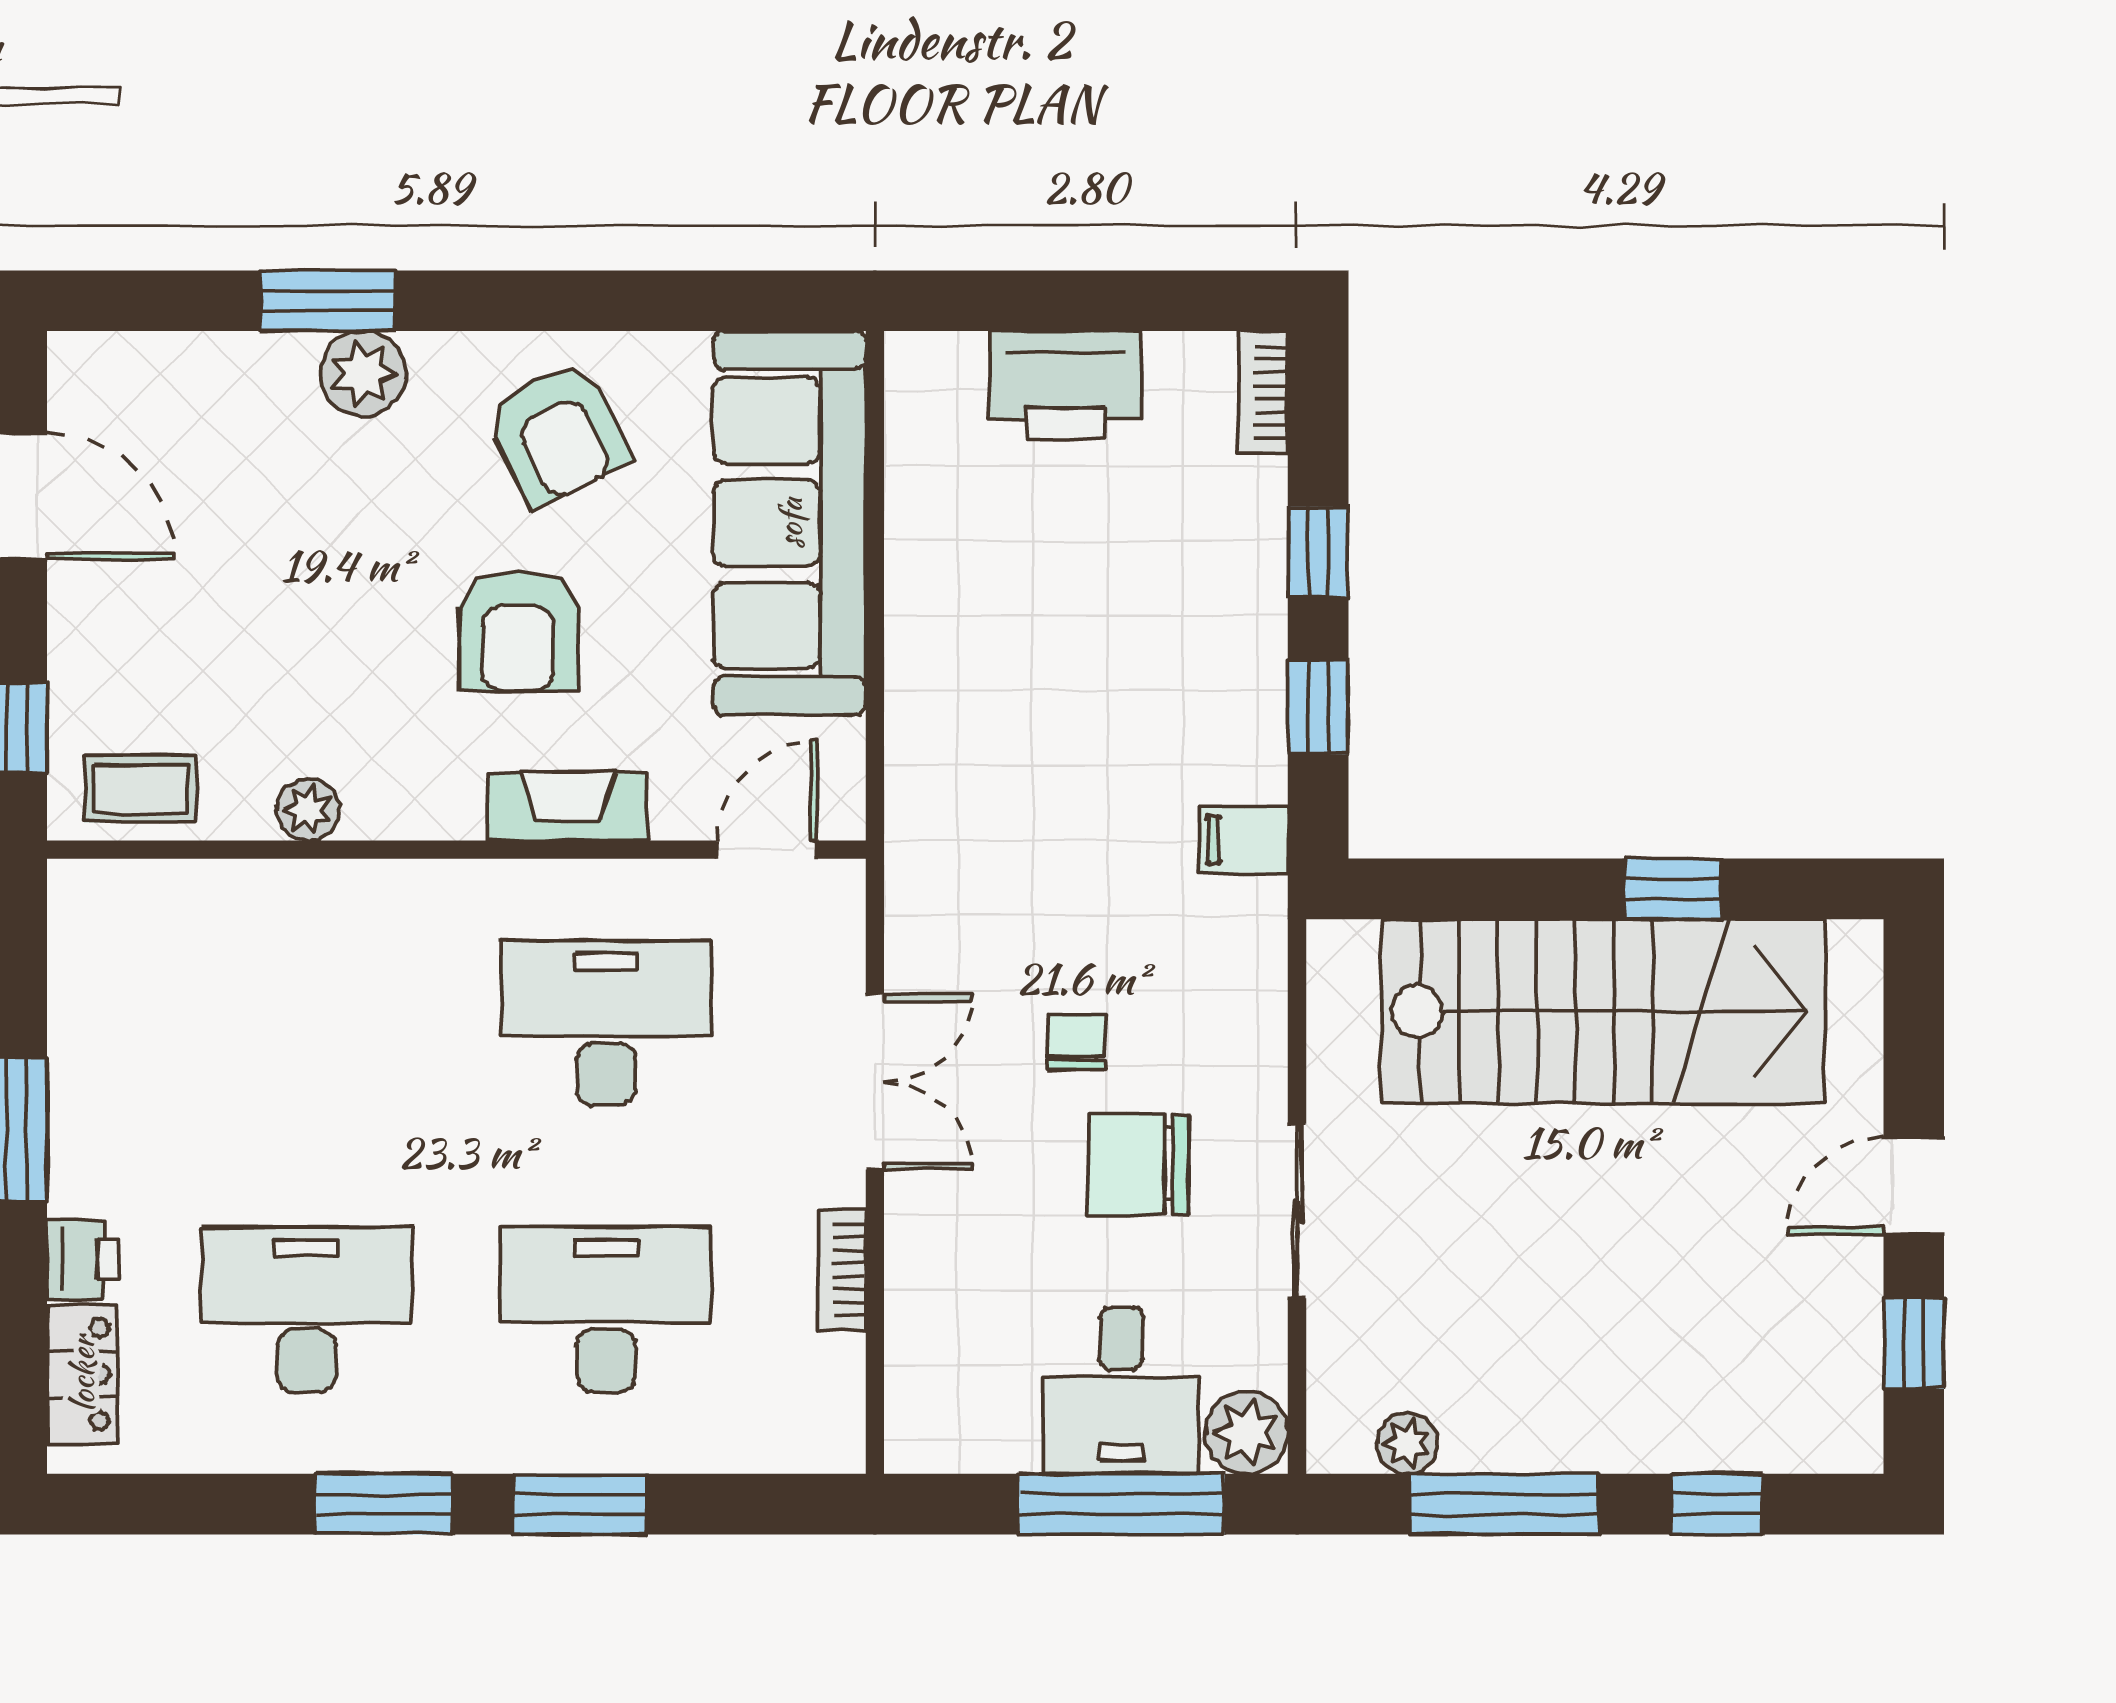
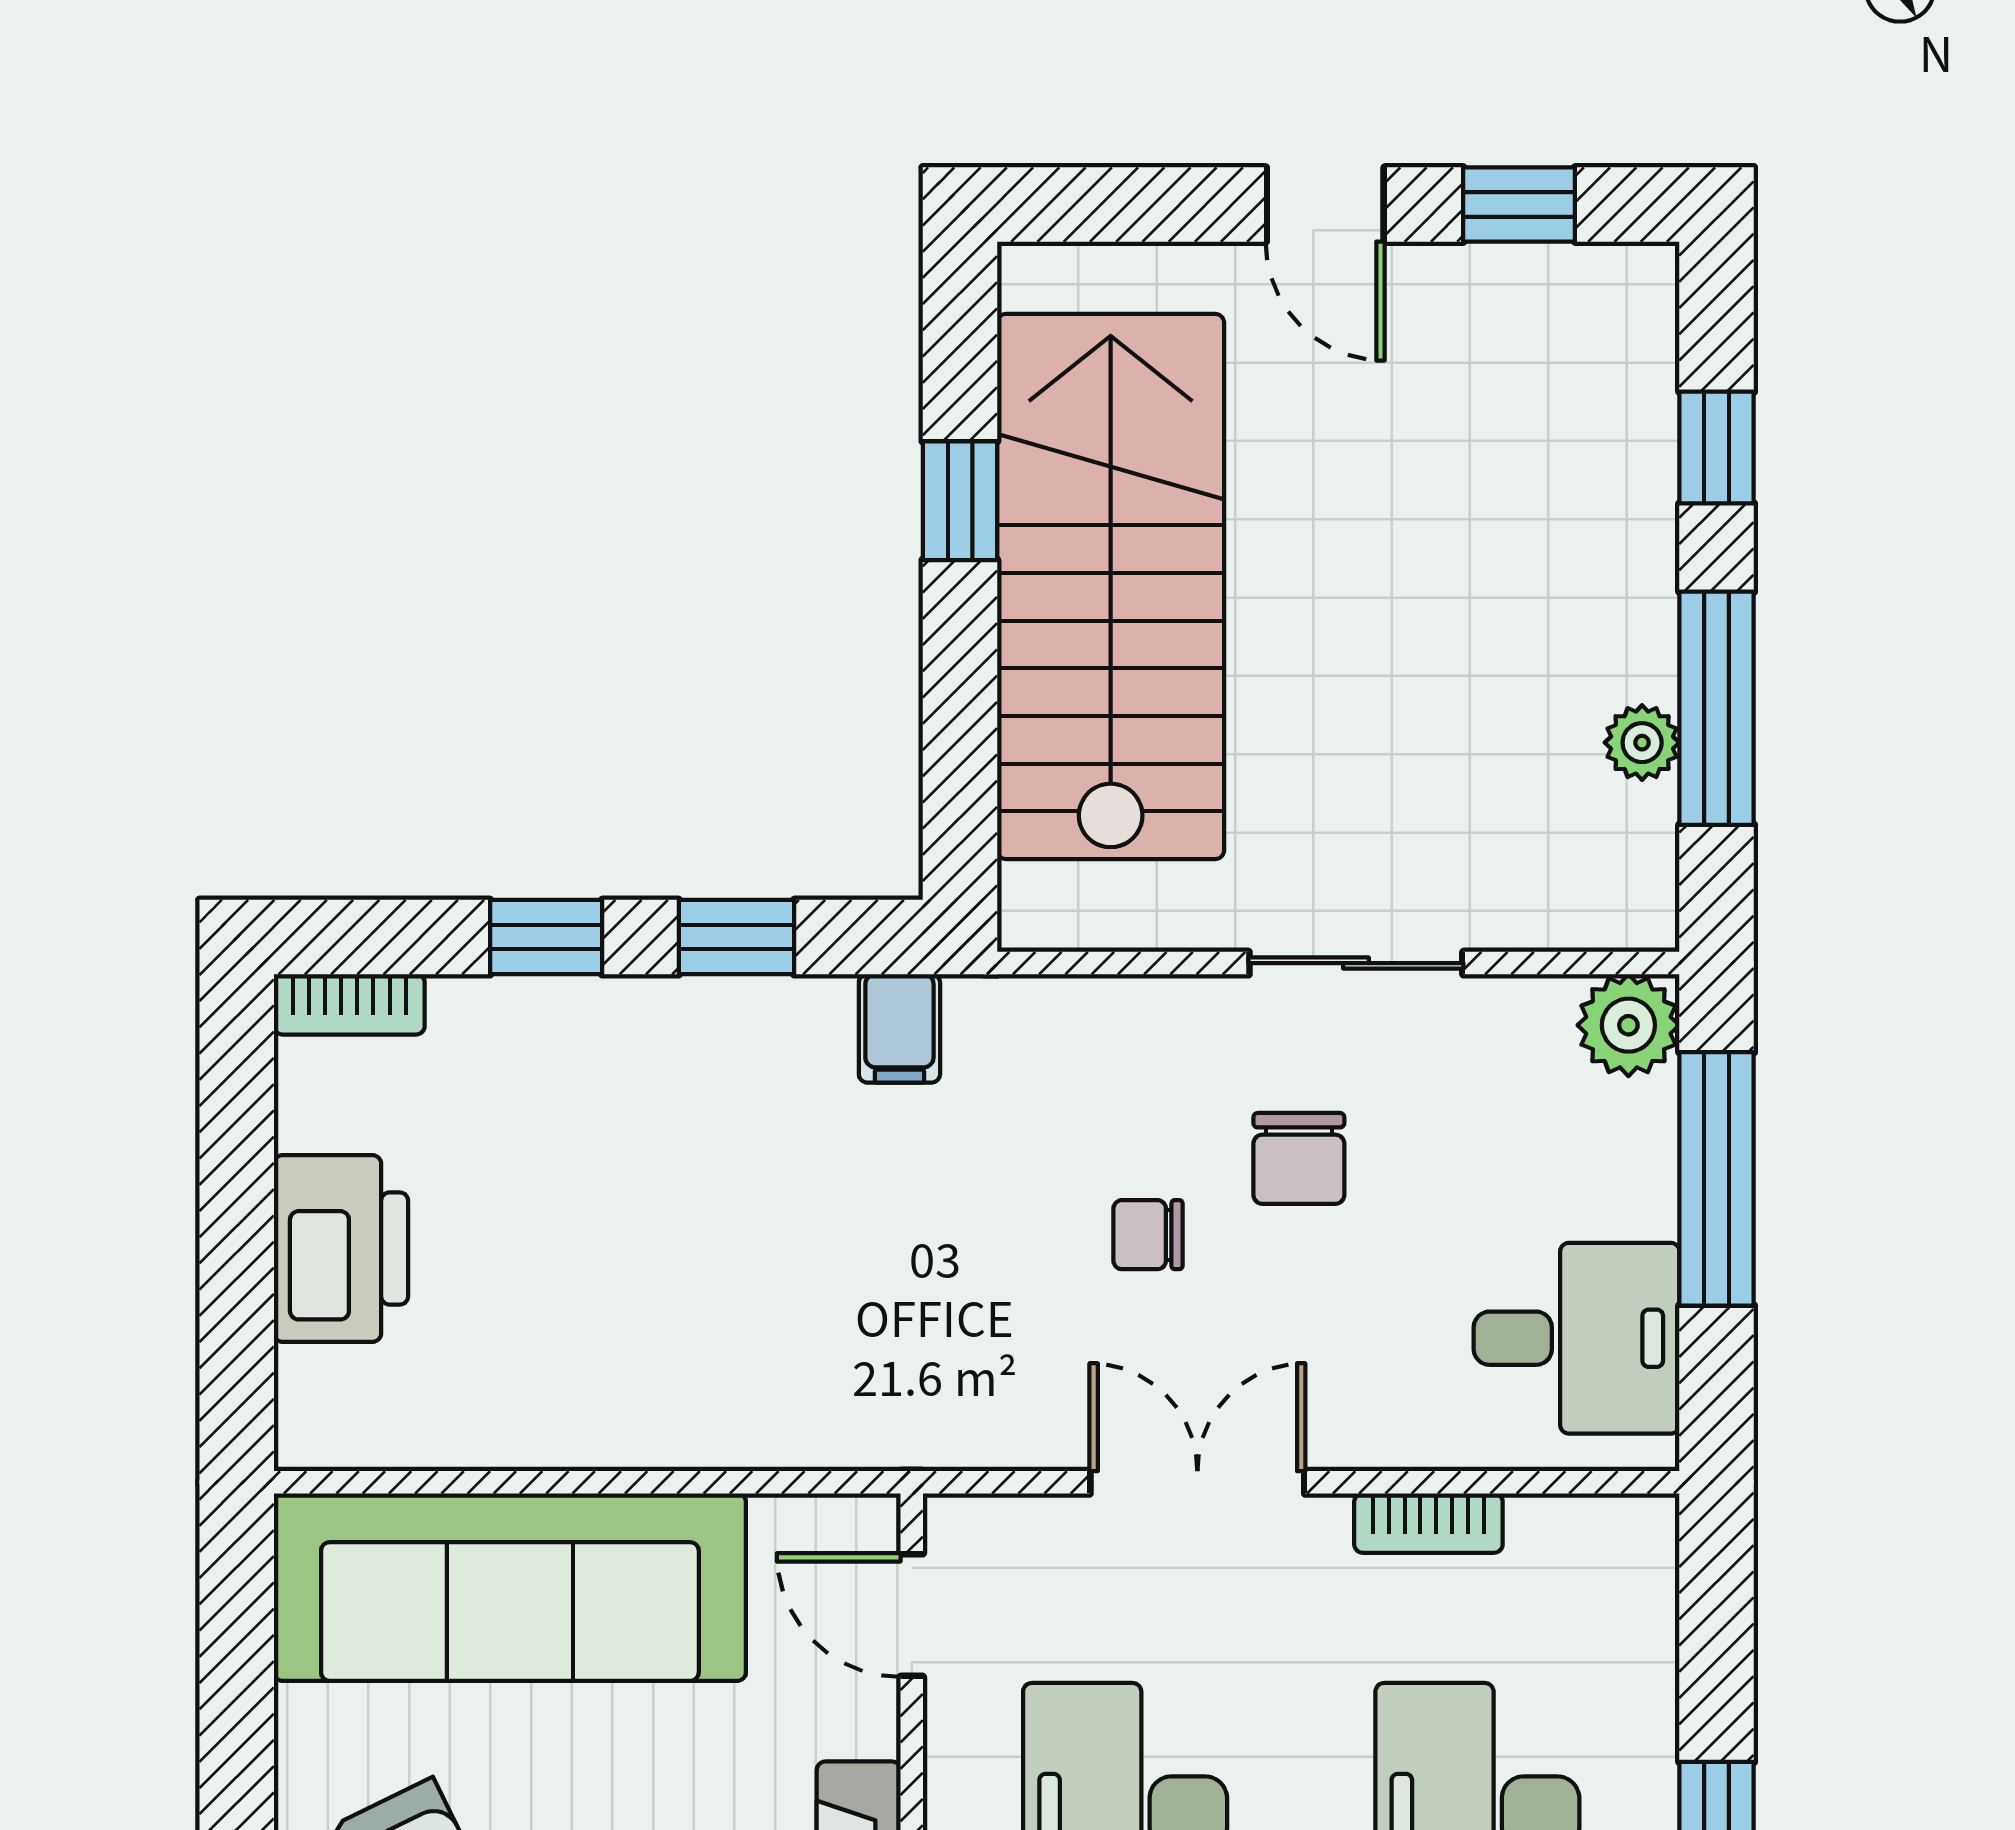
chair: (1138, 1164) -> (1299, 1158), width x0.73, depth x0.73
desk: (1121, 1390) -> (1577, 1338), moved
plant: (1407, 1443) -> (1642, 743), moved

